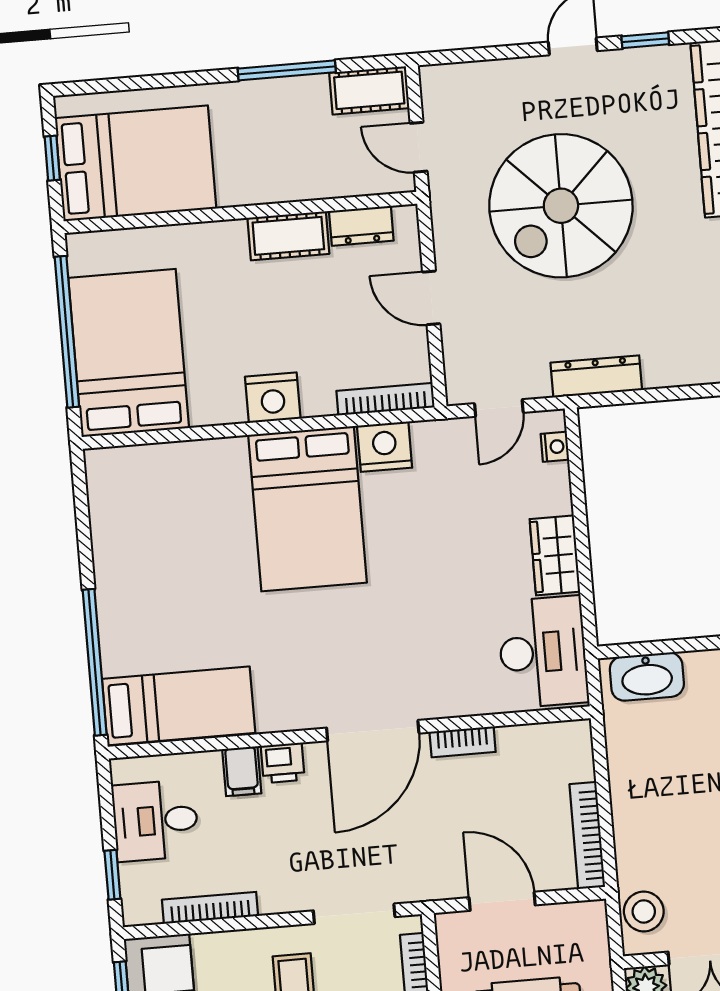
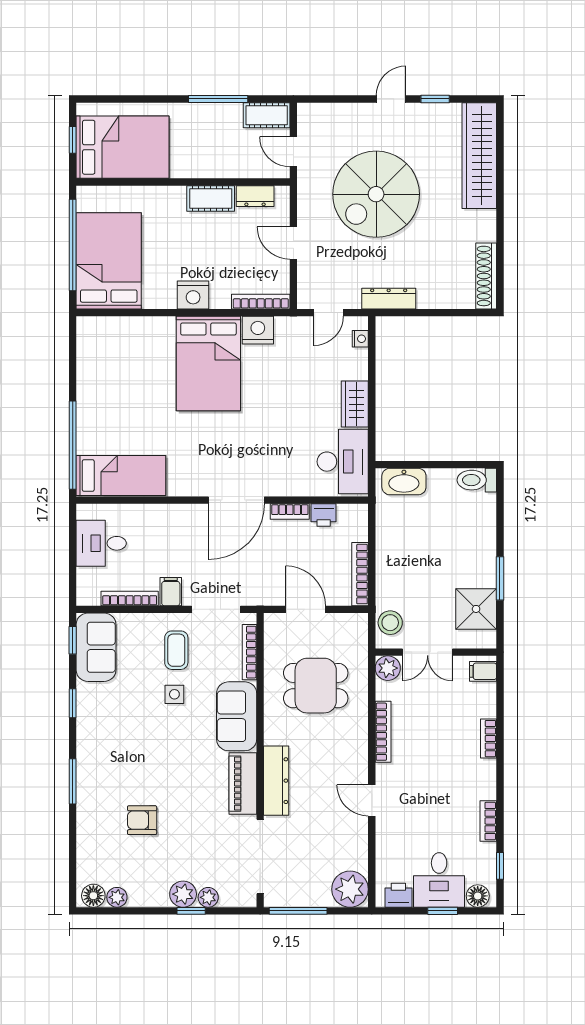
printer: (283, 763) -> (324, 515), moved
filing cabinet: (242, 771) -> (171, 592), moved, turned 180
window: (112, 875) -> (73, 574), removed

